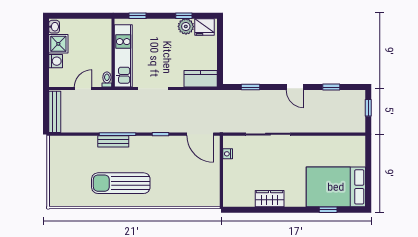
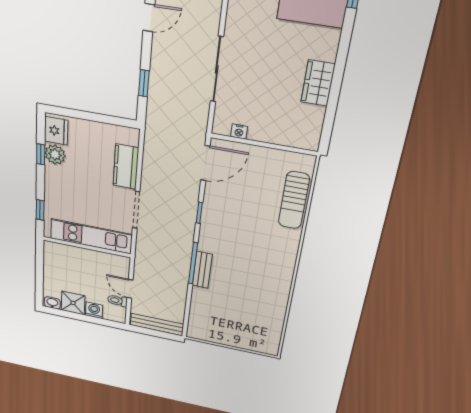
toilet: (107, 79) -> (118, 301), moved
kitchen counter: (201, 79) -> (126, 167), moved
sun lounger: (121, 183) -> (294, 200), moved, width x0.73, depth x0.75

